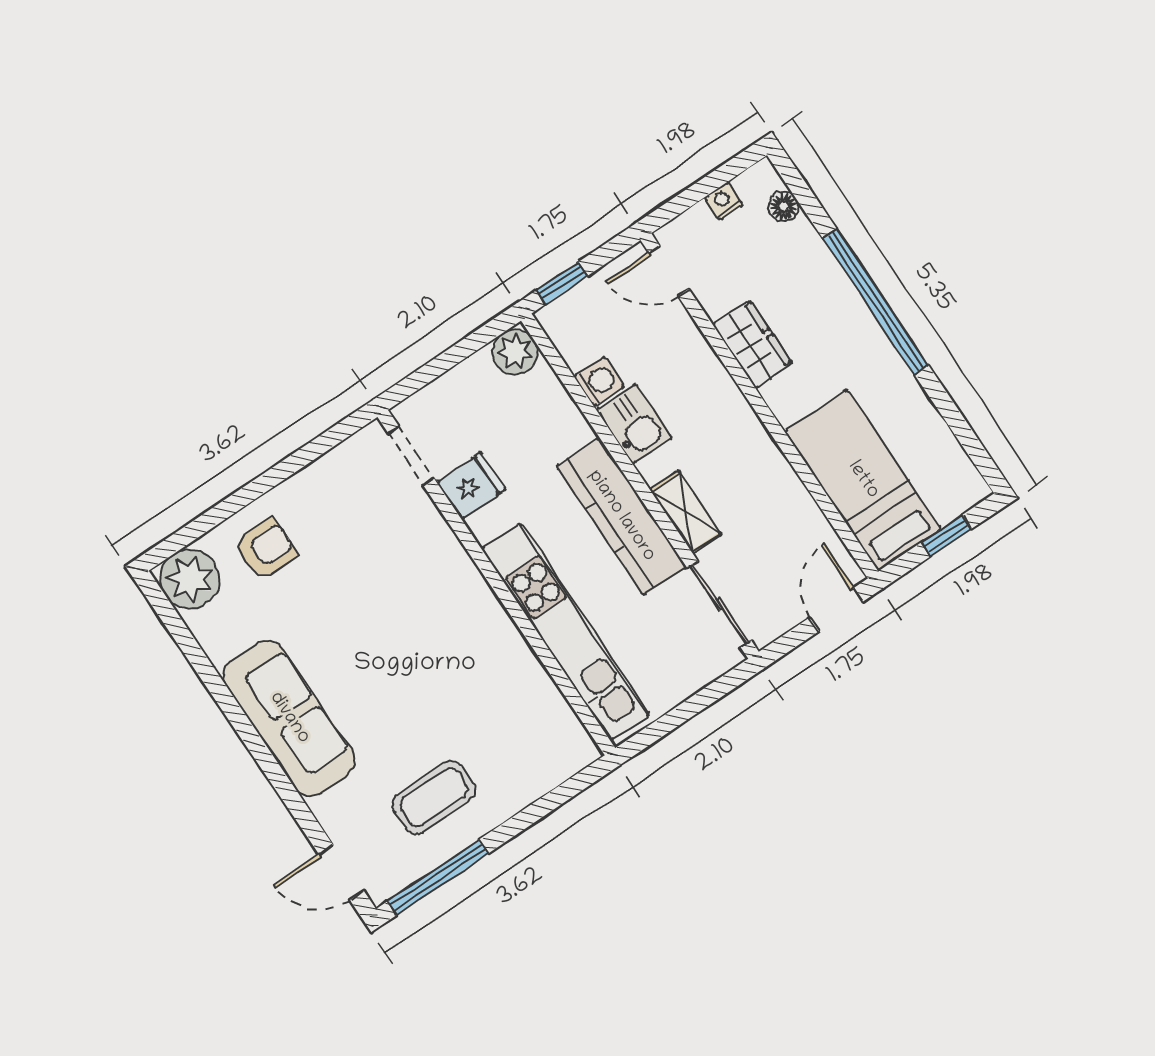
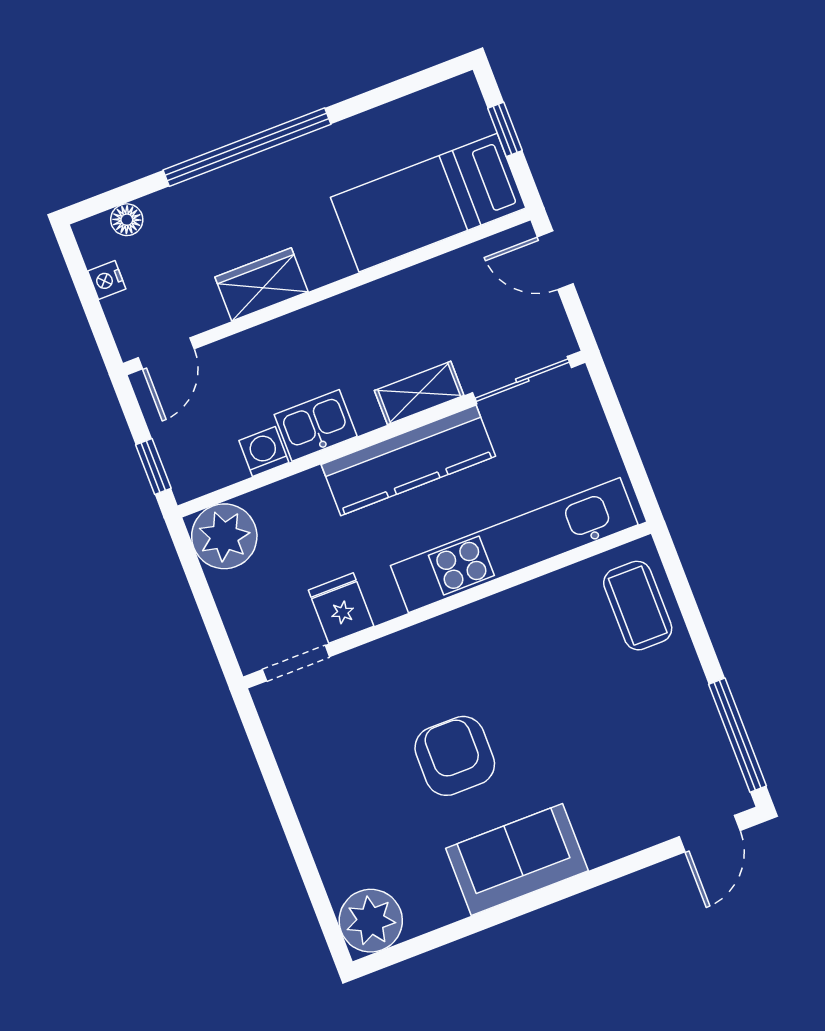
plant: (515, 352) -> (224, 536), width x1.36, depth x1.36
armchair: (266, 548) -> (455, 756), moved, width x1.38, depth x1.38
sofa: (289, 718) -> (517, 860), width x0.73
coffee table: (434, 798) -> (638, 606), moved

